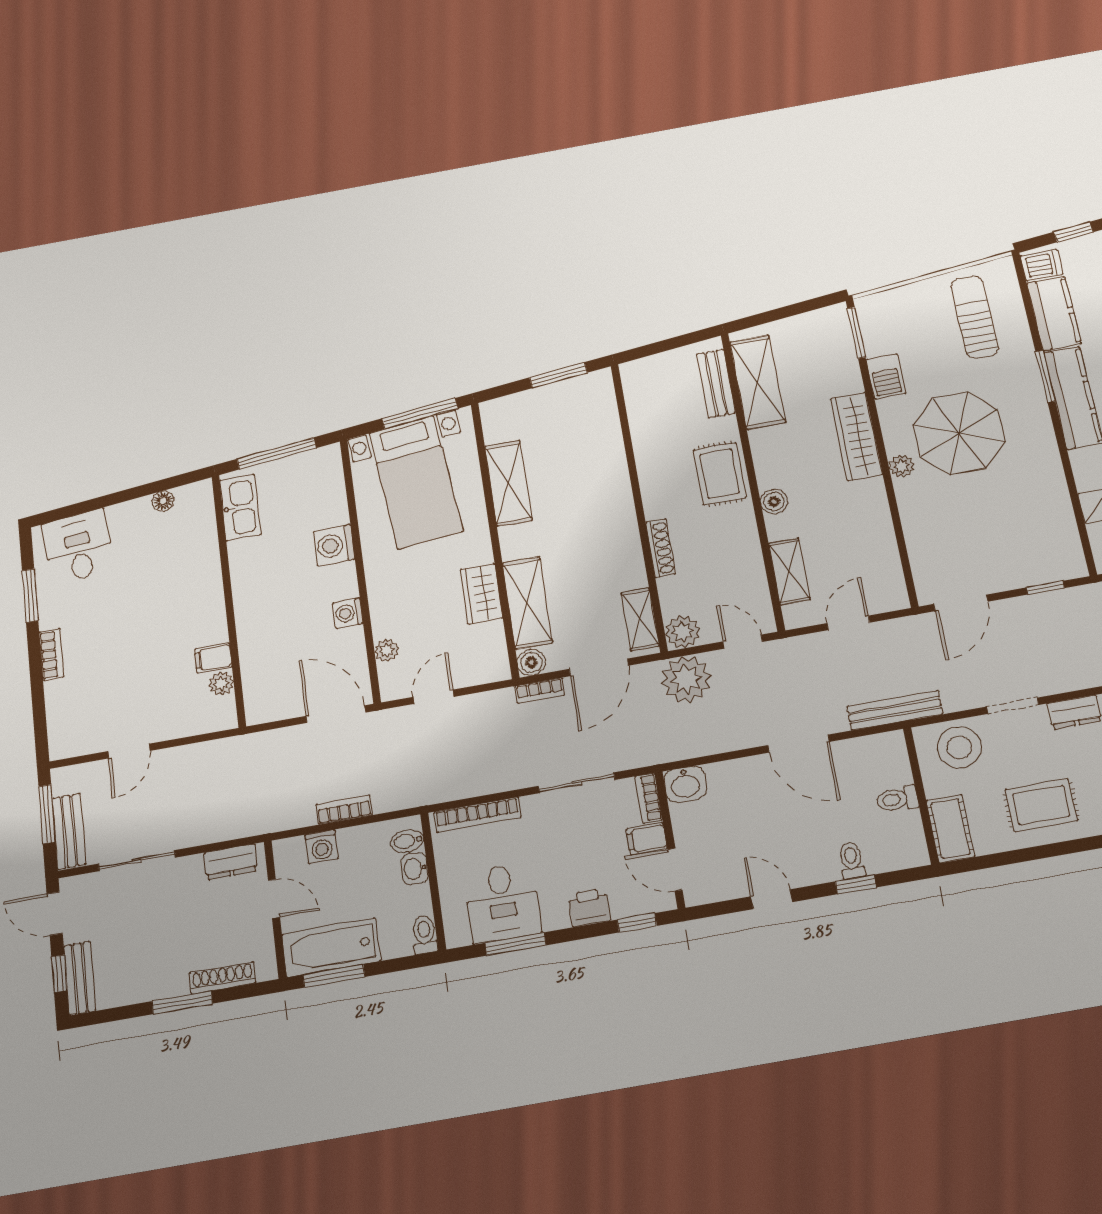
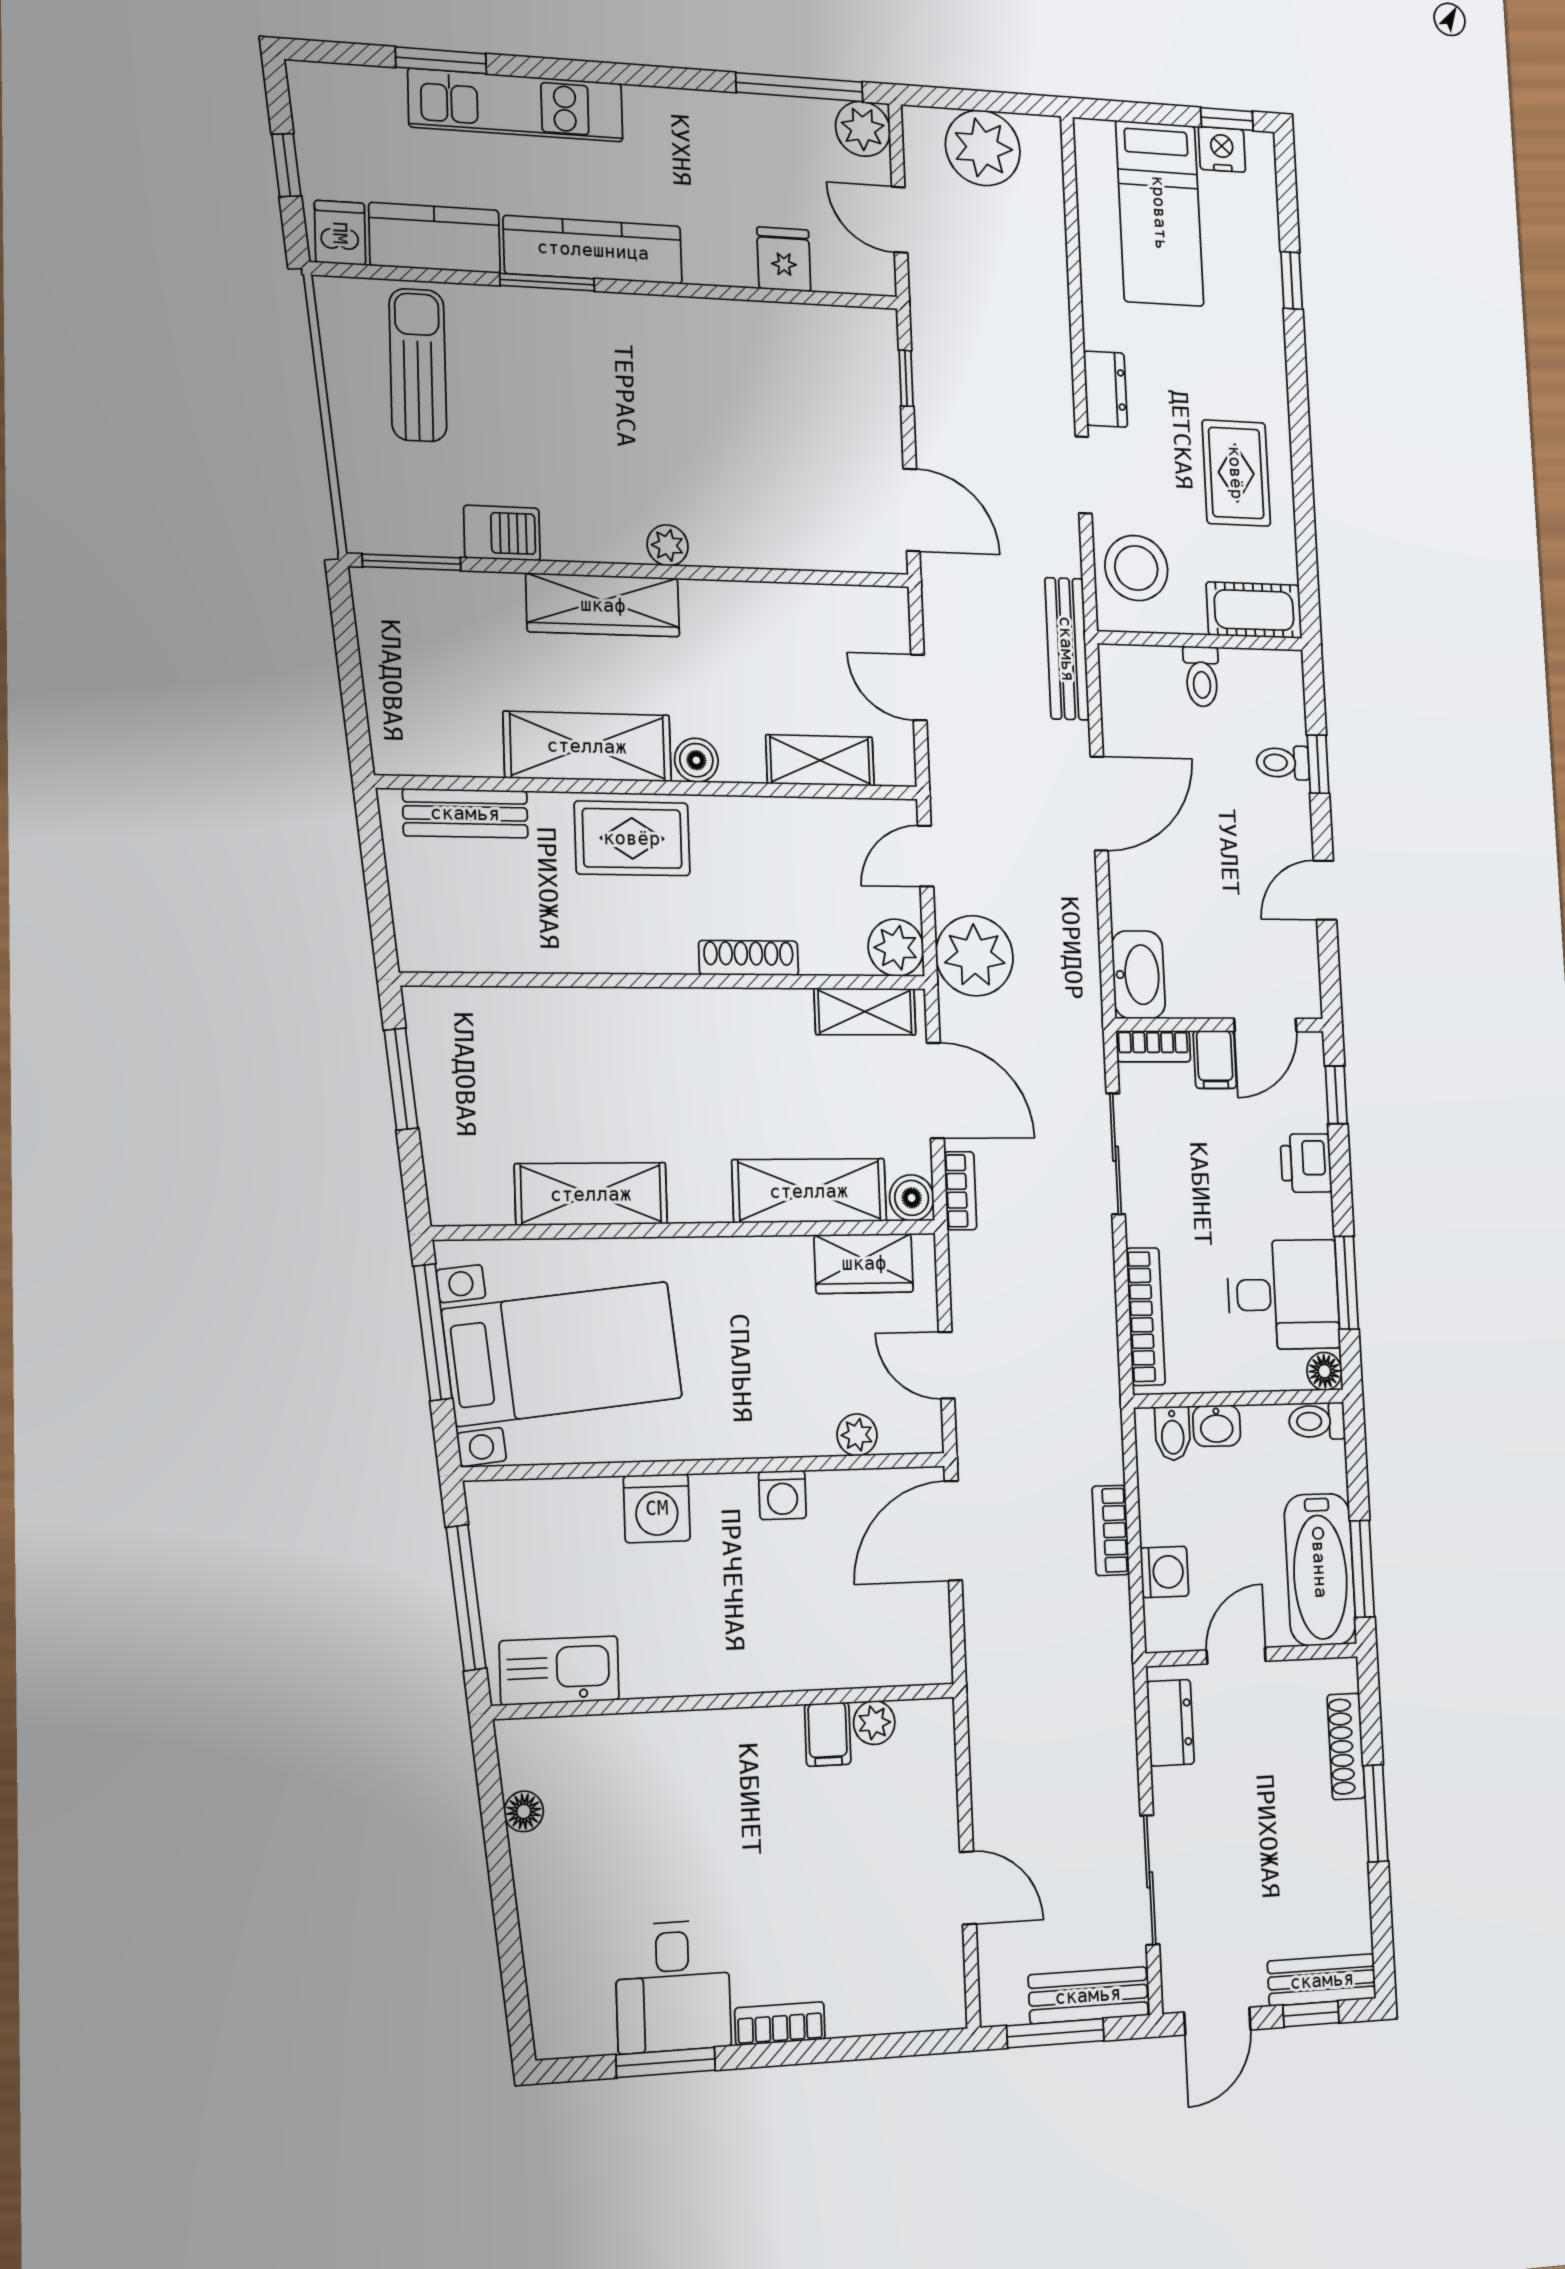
sun lounger: (974, 317) -> (418, 365), turned 90
shelving: (758, 382) -> (587, 746), moved
parasol: (959, 433) -> (625, 442), removed
desk: (78, 547) -> (673, 1986), moved, turned -84
wardrobe: (482, 594) -> (864, 1263), moved
washbasin: (685, 784) -> (1138, 975), width x1.38
floor lamp: (457, 936) -> (1324, 1371), added

